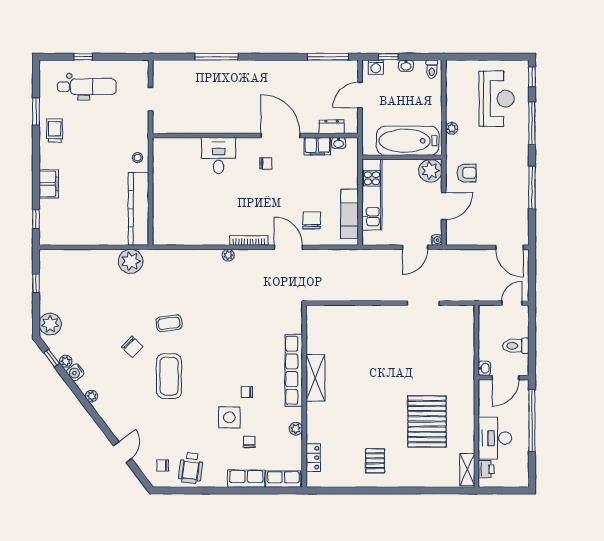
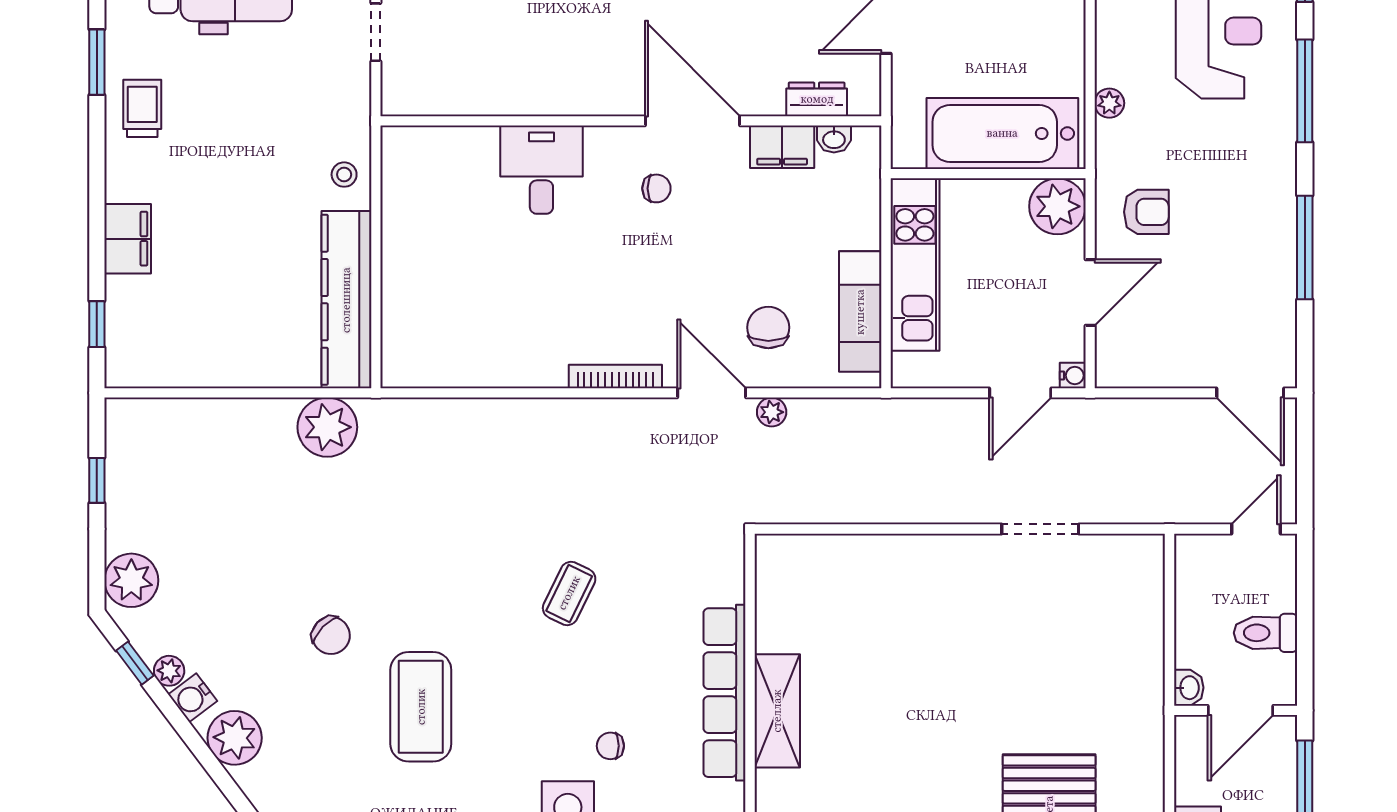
plant: (228, 255) -> (772, 412), moved
coffee table: (169, 323) -> (569, 593), moved, turned -56
plant: (92, 396) -> (235, 738), width x1.88, depth x1.88

